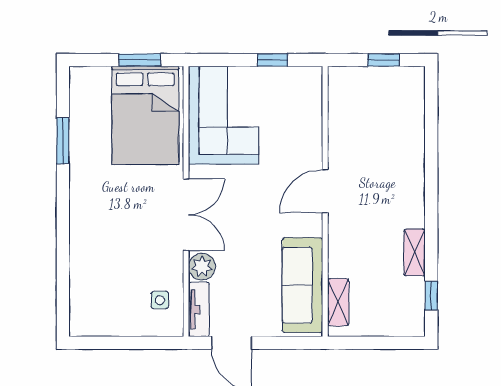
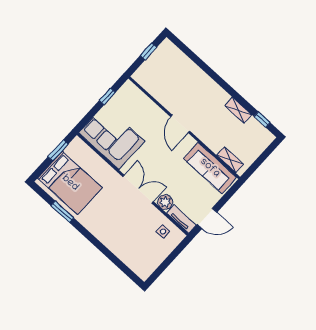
bed: (145, 115) -> (70, 183), moved

